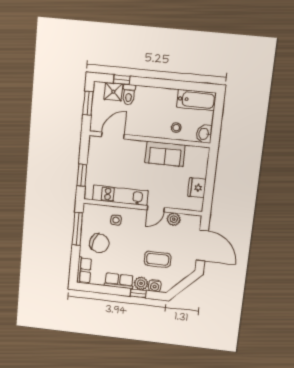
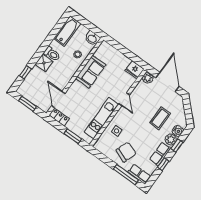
shower: (113, 92) -> (44, 63), moved
toilet: (129, 95) -> (52, 54), moved
locker: (94, 148) -> (59, 117), added
fridge: (197, 188) -> (135, 70), moved
plant: (174, 219) -> (148, 78), moved
window: (77, 229) -> (126, 175), moved
door: (202, 246) -> (168, 82), hinge flipped
window: (110, 290) -> (163, 164), added

